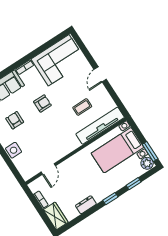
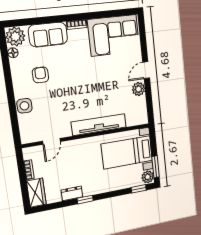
plant: (101, 93) -> (138, 89), added
armchair: (42, 103) -> (77, 71), removed
coffee table: (82, 107) -> (114, 94), removed
tv unit: (100, 126) -> (99, 125), moved
window: (134, 184) -> (139, 189), moved
window: (110, 199) -> (85, 200), moved

